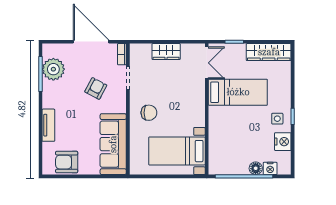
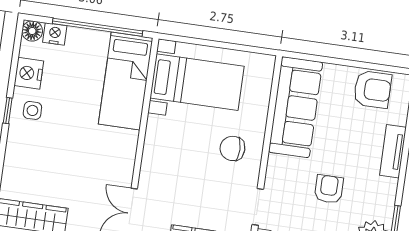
armchair: (96, 88) -> (329, 189), moved, turned 152
bed: (238, 92) -> (126, 81), moved, turned -90
floor lamp: (256, 168) -> (32, 31), moved

